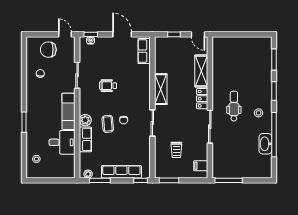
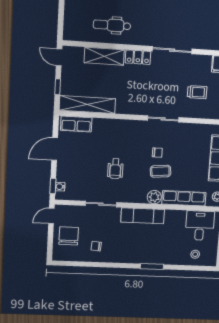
door: (198, 34) -> (59, 57), swing flipped
chair: (48, 50) -> (69, 236), turned 180
shelving: (161, 89) -> (87, 105), moved, width x1.47
dental chair: (234, 106) -> (112, 25), moved
row of seats: (85, 139) -> (184, 198), width x1.48
desk: (62, 142) -> (200, 226), moved

